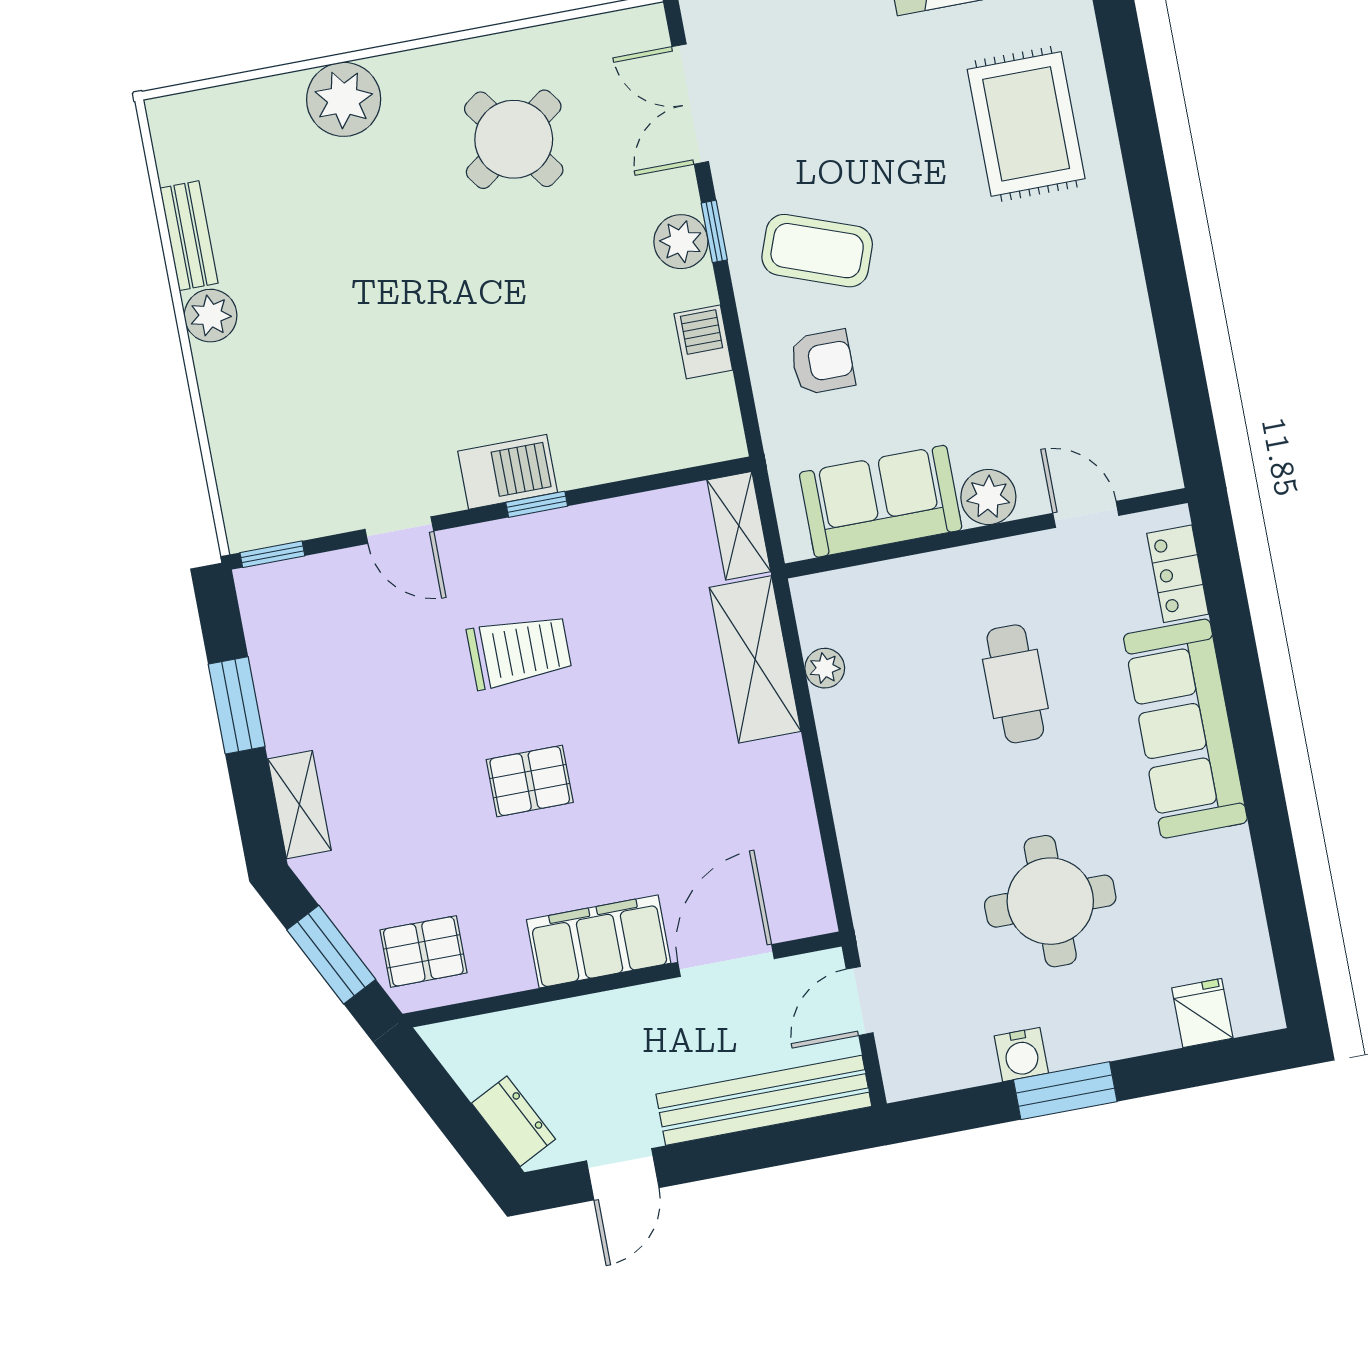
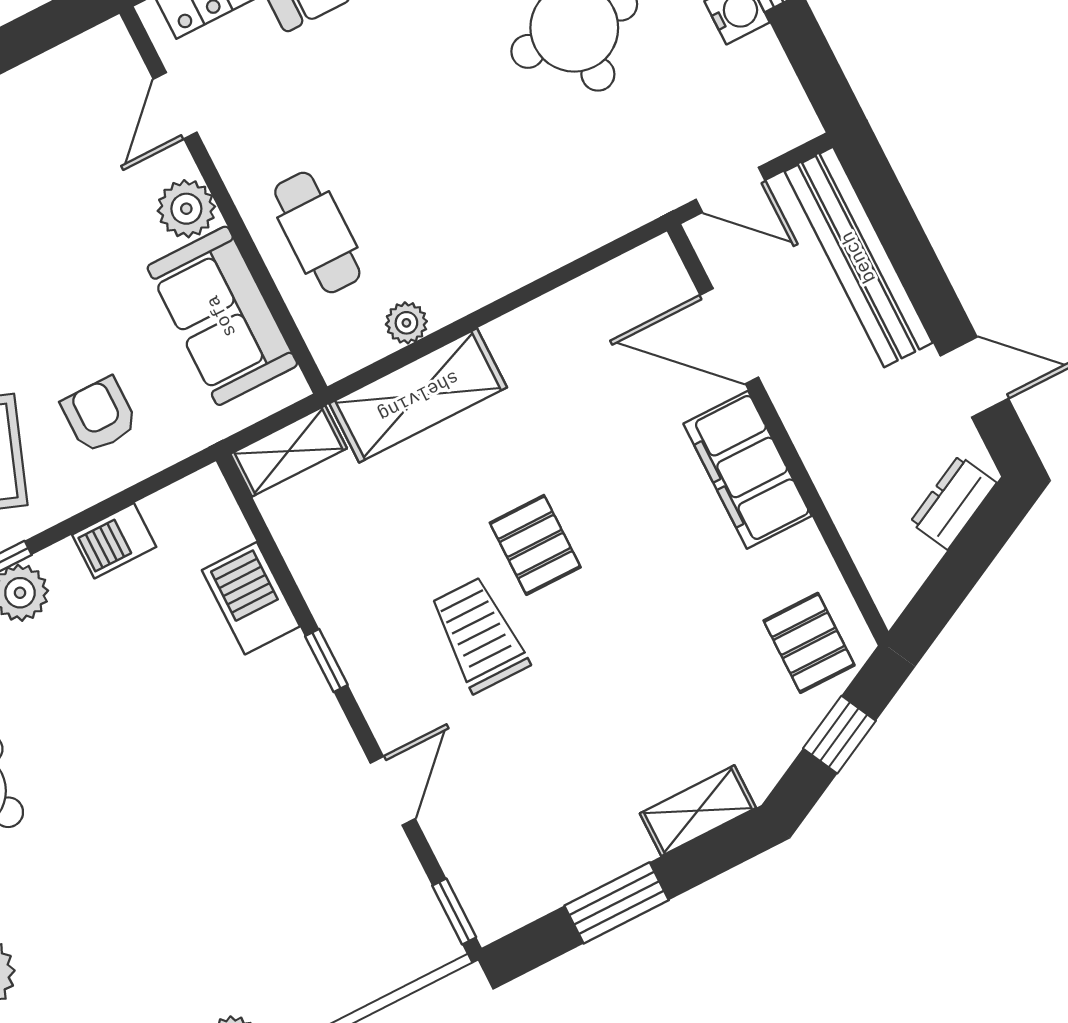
barbecue: (508, 472) -> (251, 598), moved
cafe table: (1015, 684) -> (317, 233), moved, turned 90
pallet: (530, 781) -> (535, 545), moved
window: (331, 955) -> (839, 735), width x0.67

